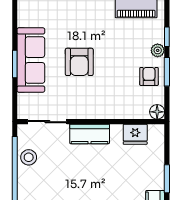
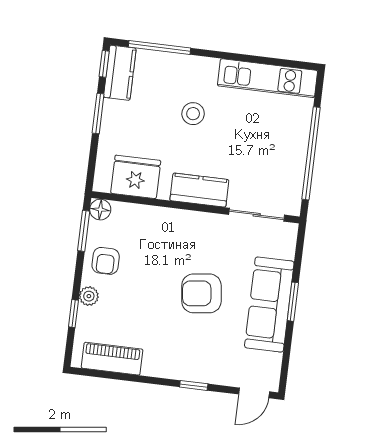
armchair: (79, 62) -> (201, 293), turned -97
window: (167, 72) -> (84, 231), moved
fridge: (135, 134) -> (136, 177), width x1.36, depth x1.34
stool: (29, 157) -> (193, 114), moved

